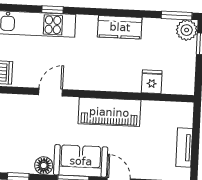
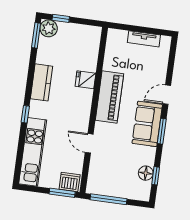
window: (52, 10) -> (25, 114), moved
fridge: (152, 82) -> (85, 80), moved
floor lamp: (44, 166) -> (146, 173), moved

